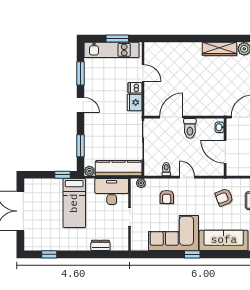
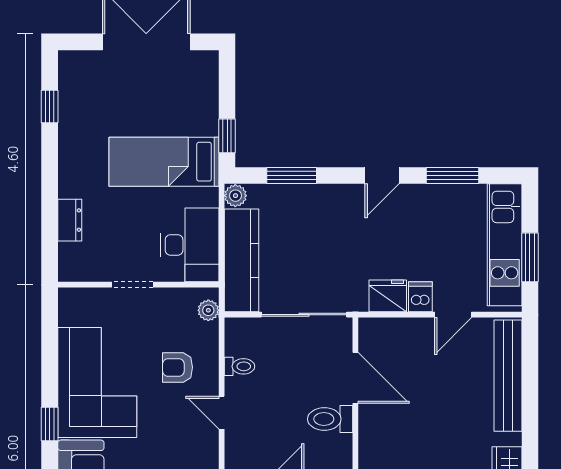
bench: (170, 48) -> (508, 376), added
door: (187, 177) -> (222, 413), swing flipped

